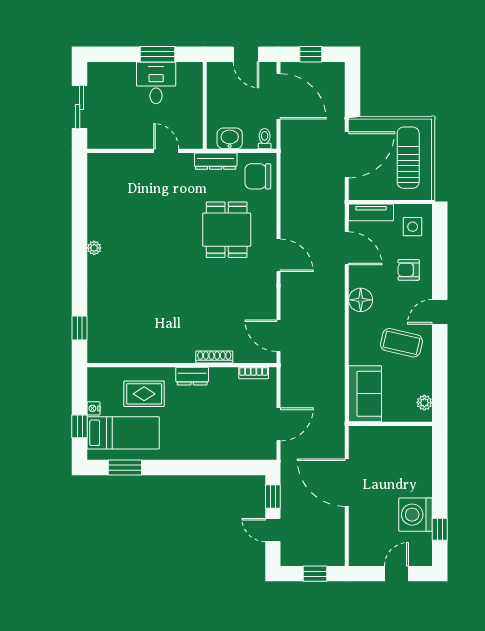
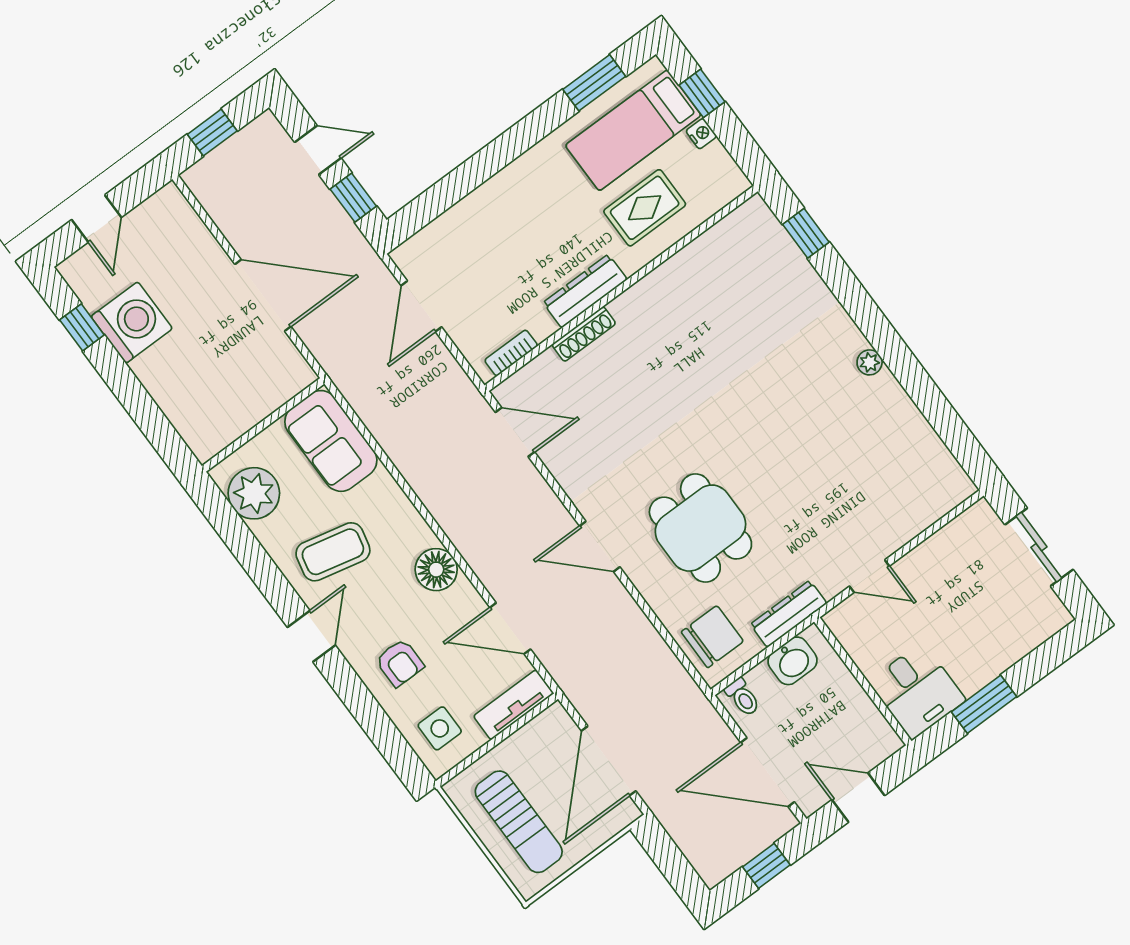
desk: (156, 83) -> (917, 691), moved
armchair: (409, 270) -> (400, 663), turned 90
dresser: (192, 376) -> (585, 291), width x1.44
plant: (424, 403) -> (254, 493), width x1.87, depth x1.87

